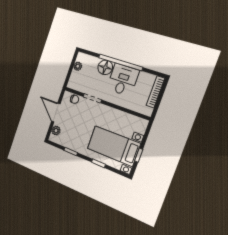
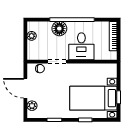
desk: (123, 80) -> (81, 46), moved, turned 180

